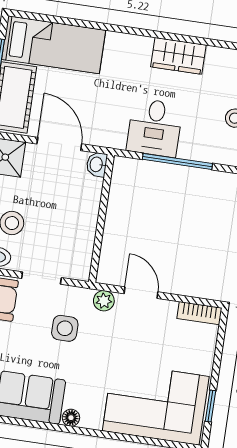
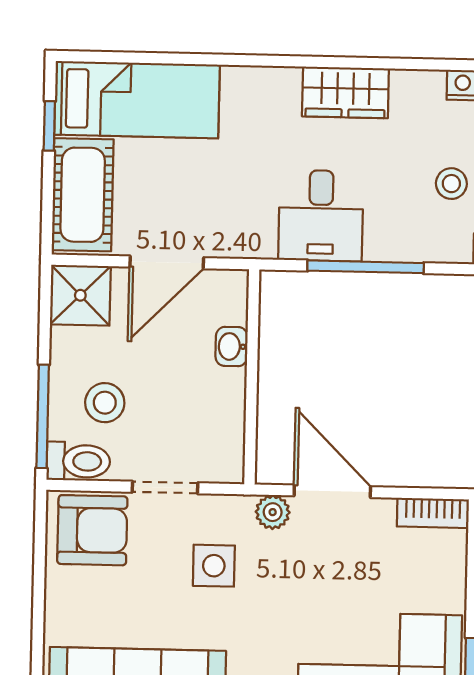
door: (59, 144) -> (167, 262), swing flipped
washbasin: (97, 164) -> (232, 347), moved
door: (141, 293) -> (332, 491), width x1.38

